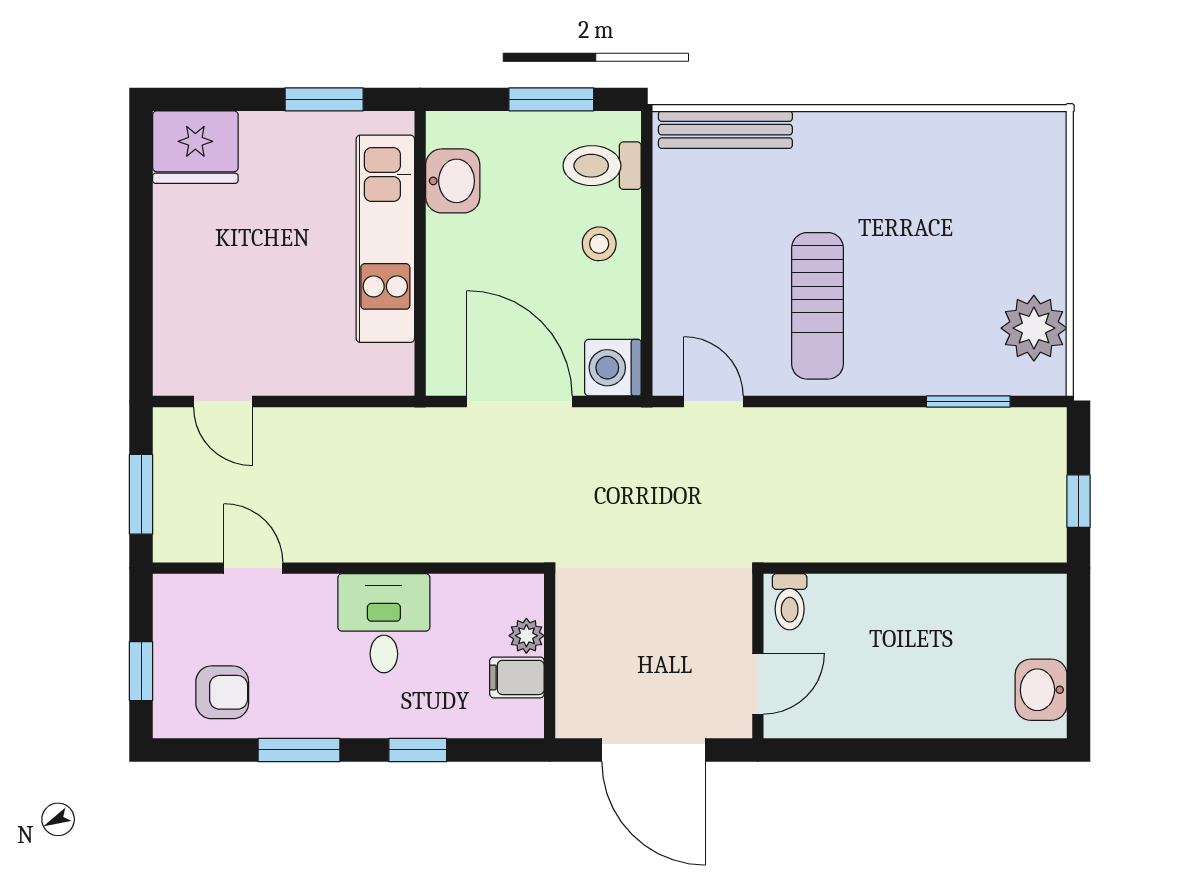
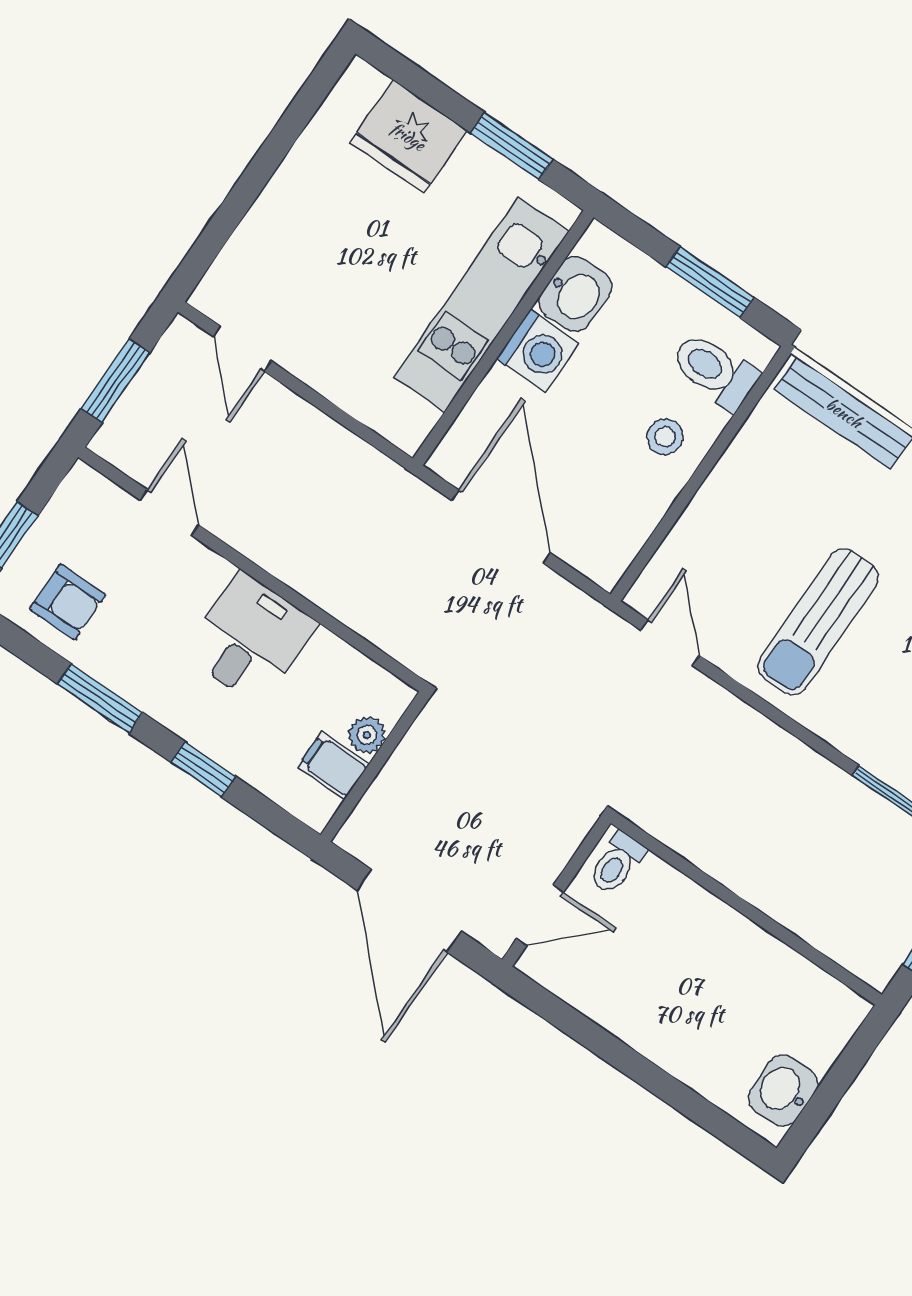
fridge: (195, 147) -> (408, 136), moved
washing machine: (613, 368) -> (538, 351), moved, turned 180

